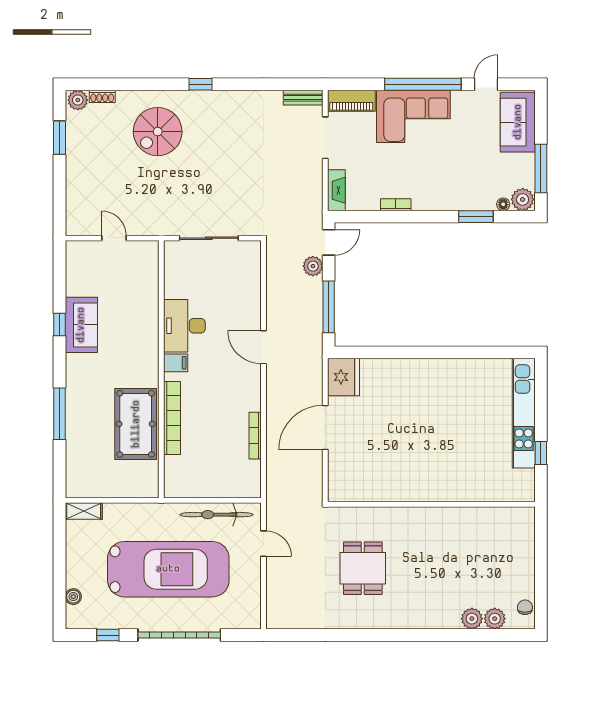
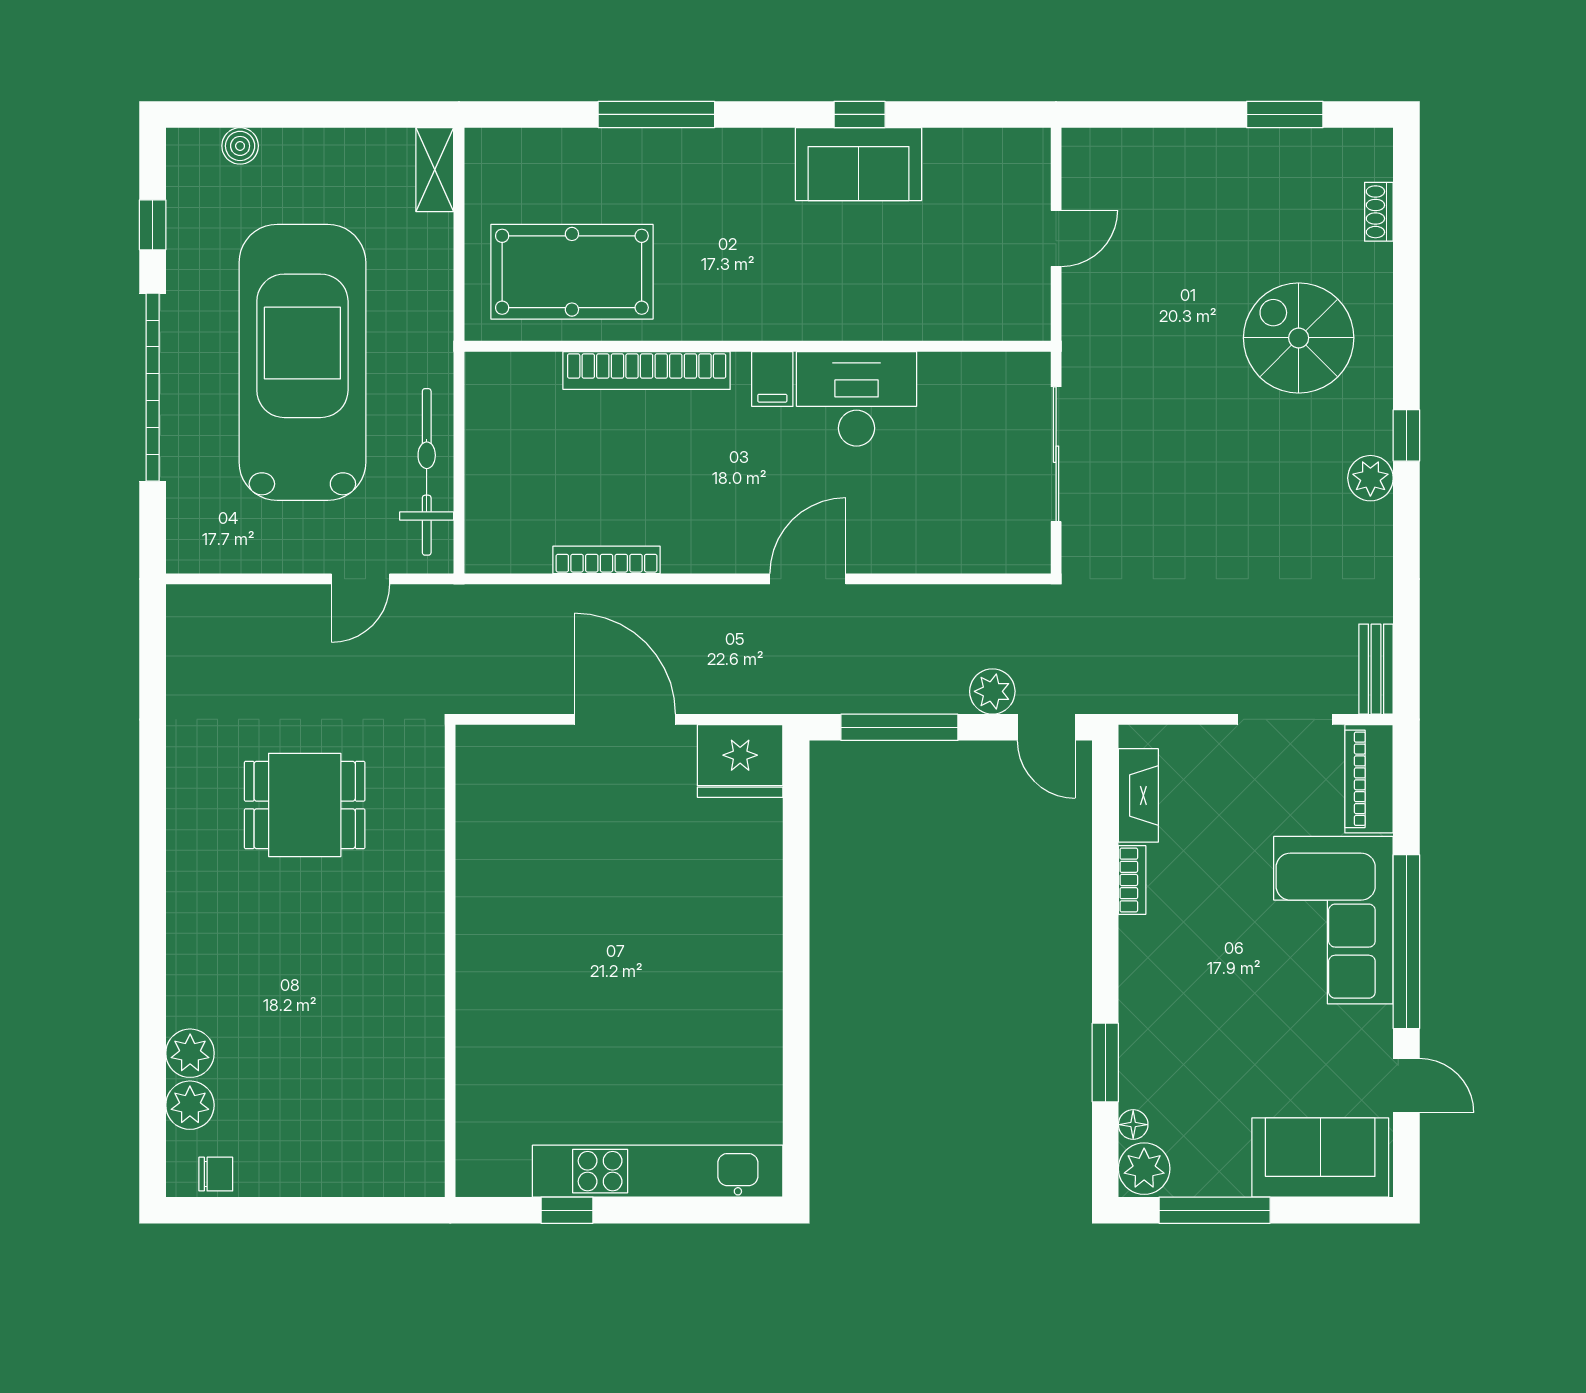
plant: (78, 100) -> (1370, 478), moved
fireplace: (336, 190) -> (1138, 795), moved, turned -90
pool table: (136, 424) -> (572, 272), moved
car: (168, 569) -> (302, 362), turned 180

